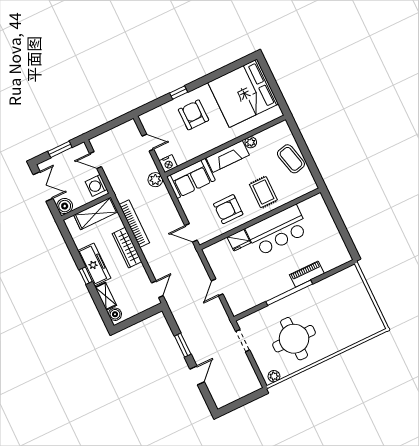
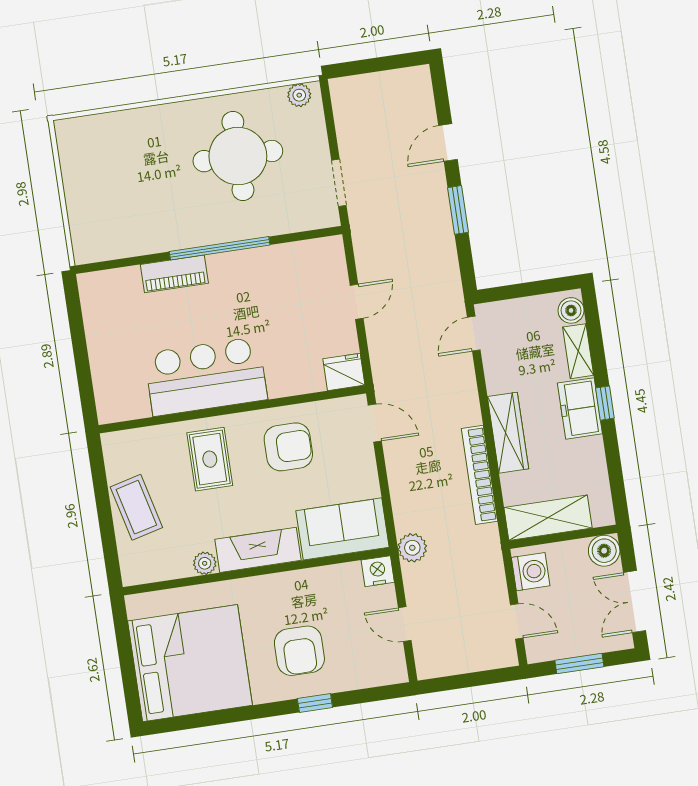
fridge: (239, 240) -> (344, 372), moved
freezer: (94, 264) -> (580, 408), width x0.71

